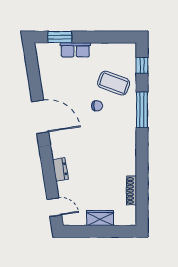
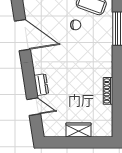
shoe rack: (131, 191) -> (108, 91), moved
door: (54, 207) -> (34, 107), moved

